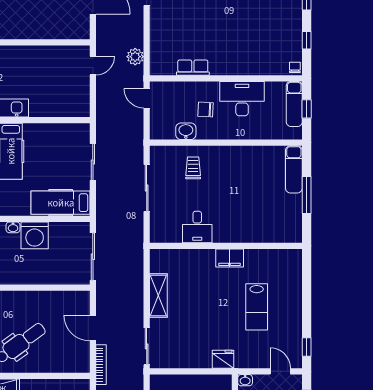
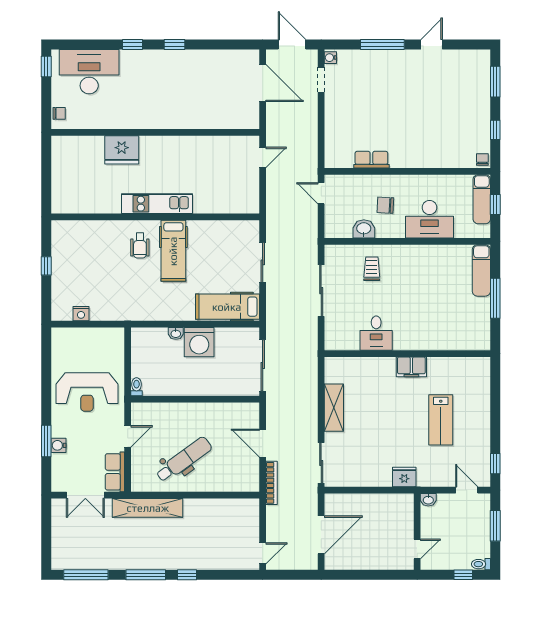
plant: (135, 57) -> (309, 148), removed
desk: (242, 99) -> (429, 219), moved, turned 180

